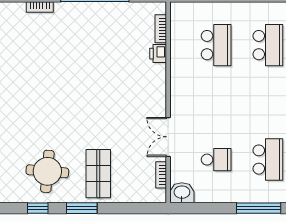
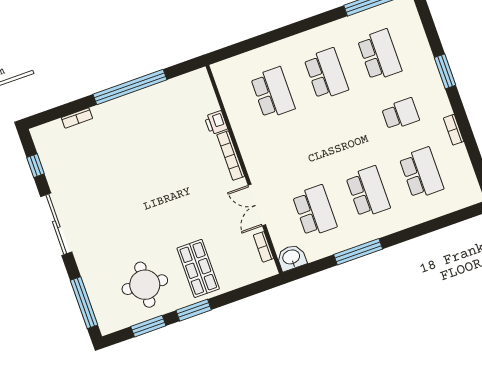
bookcase: (161, 29) -> (231, 156), moved, width x1.56
school desk: (216, 160) -> (315, 211), width x1.85
window: (38, 208) -> (148, 326), width x1.50
window: (259, 208) -> (358, 252), moved

